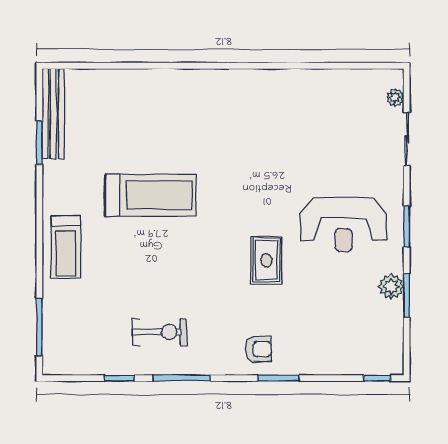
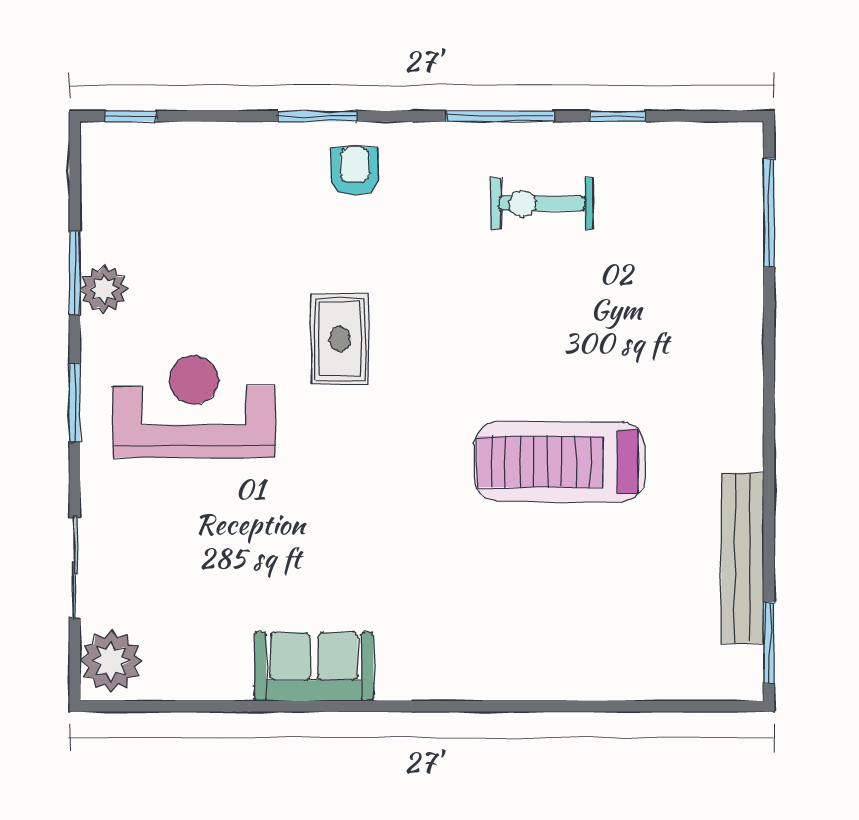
sofa: (280, 87) -> (314, 667), added
plant: (395, 97) -> (111, 661), width x1.88, depth x1.88
bench: (53, 114) -> (743, 558), moved
window: (39, 143) -> (769, 643), moved
treadmill: (66, 247) -> (719, 364), removed
armchair: (258, 349) -> (355, 171), turned 90

